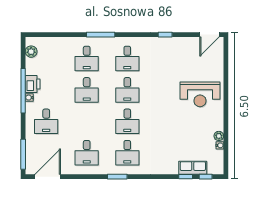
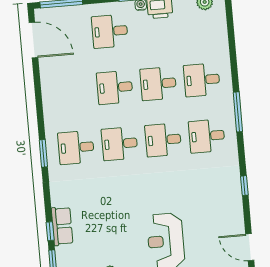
window: (101, 35) -> (238, 112), moved
desk: (87, 153) -> (115, 87), moved
row of seats: (193, 168) -> (62, 226), moved
window: (117, 177) -> (43, 153), moved

